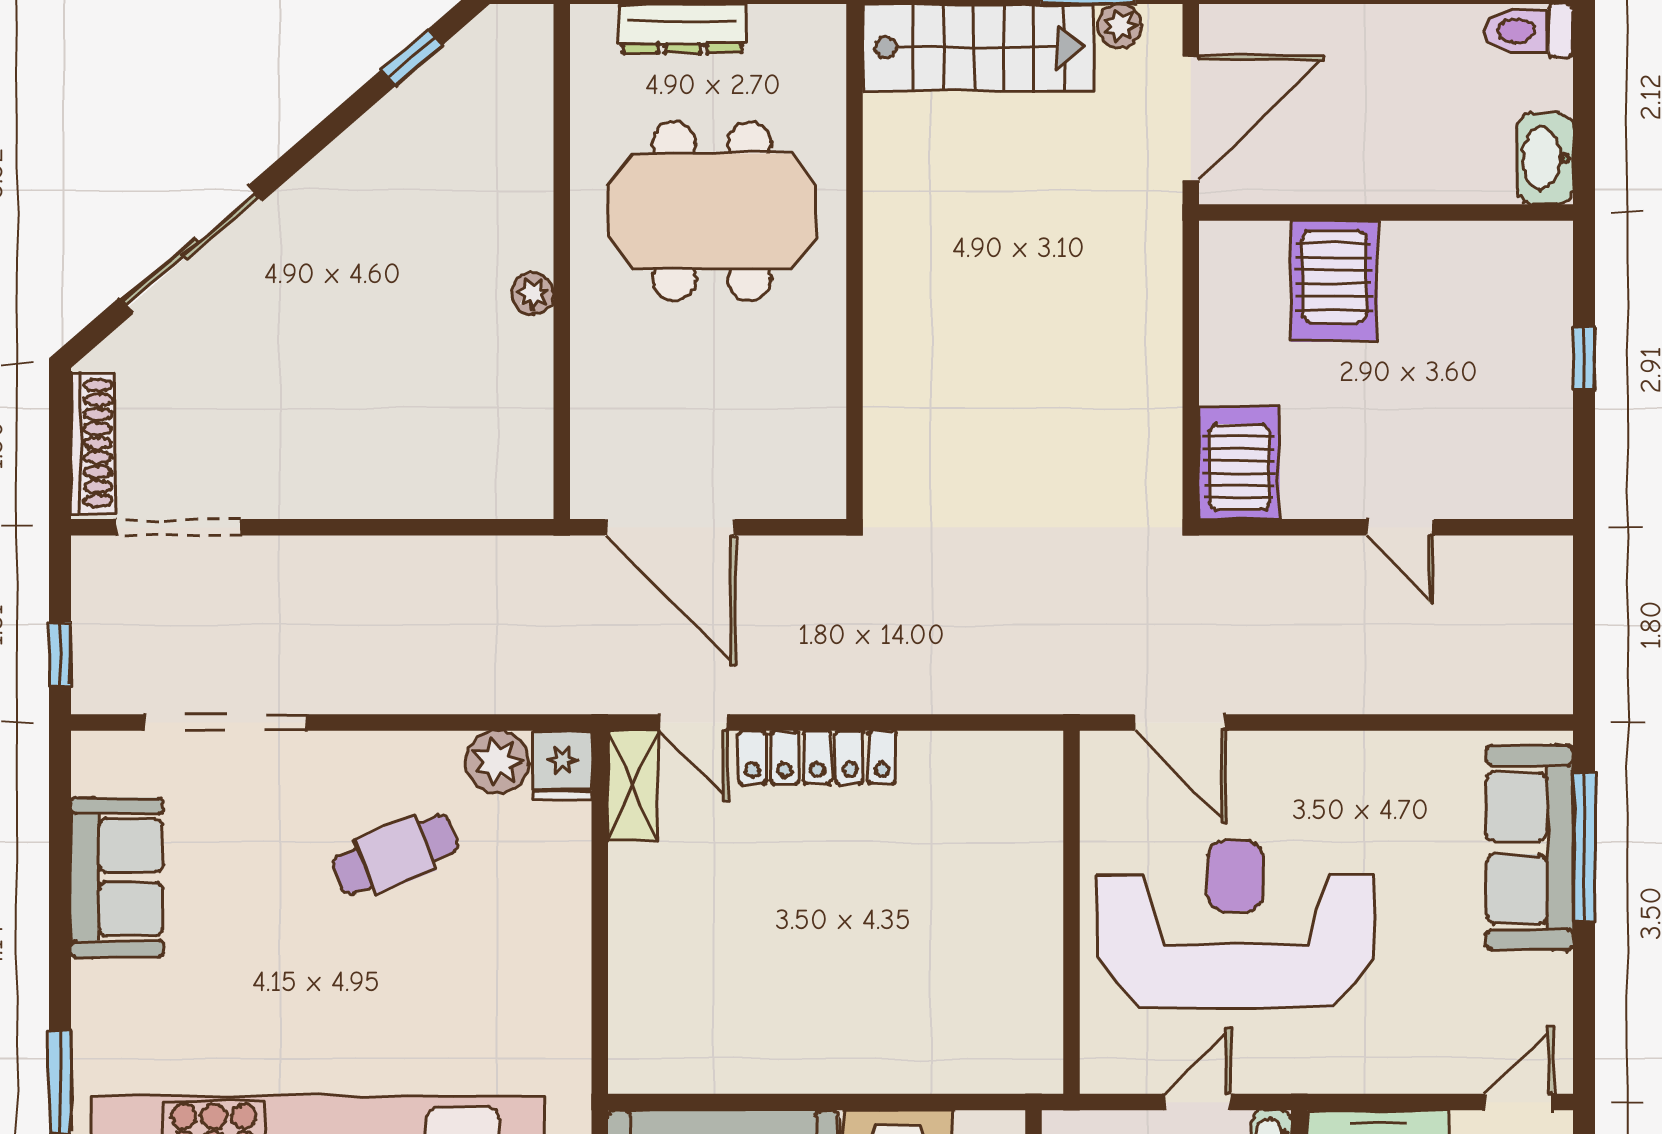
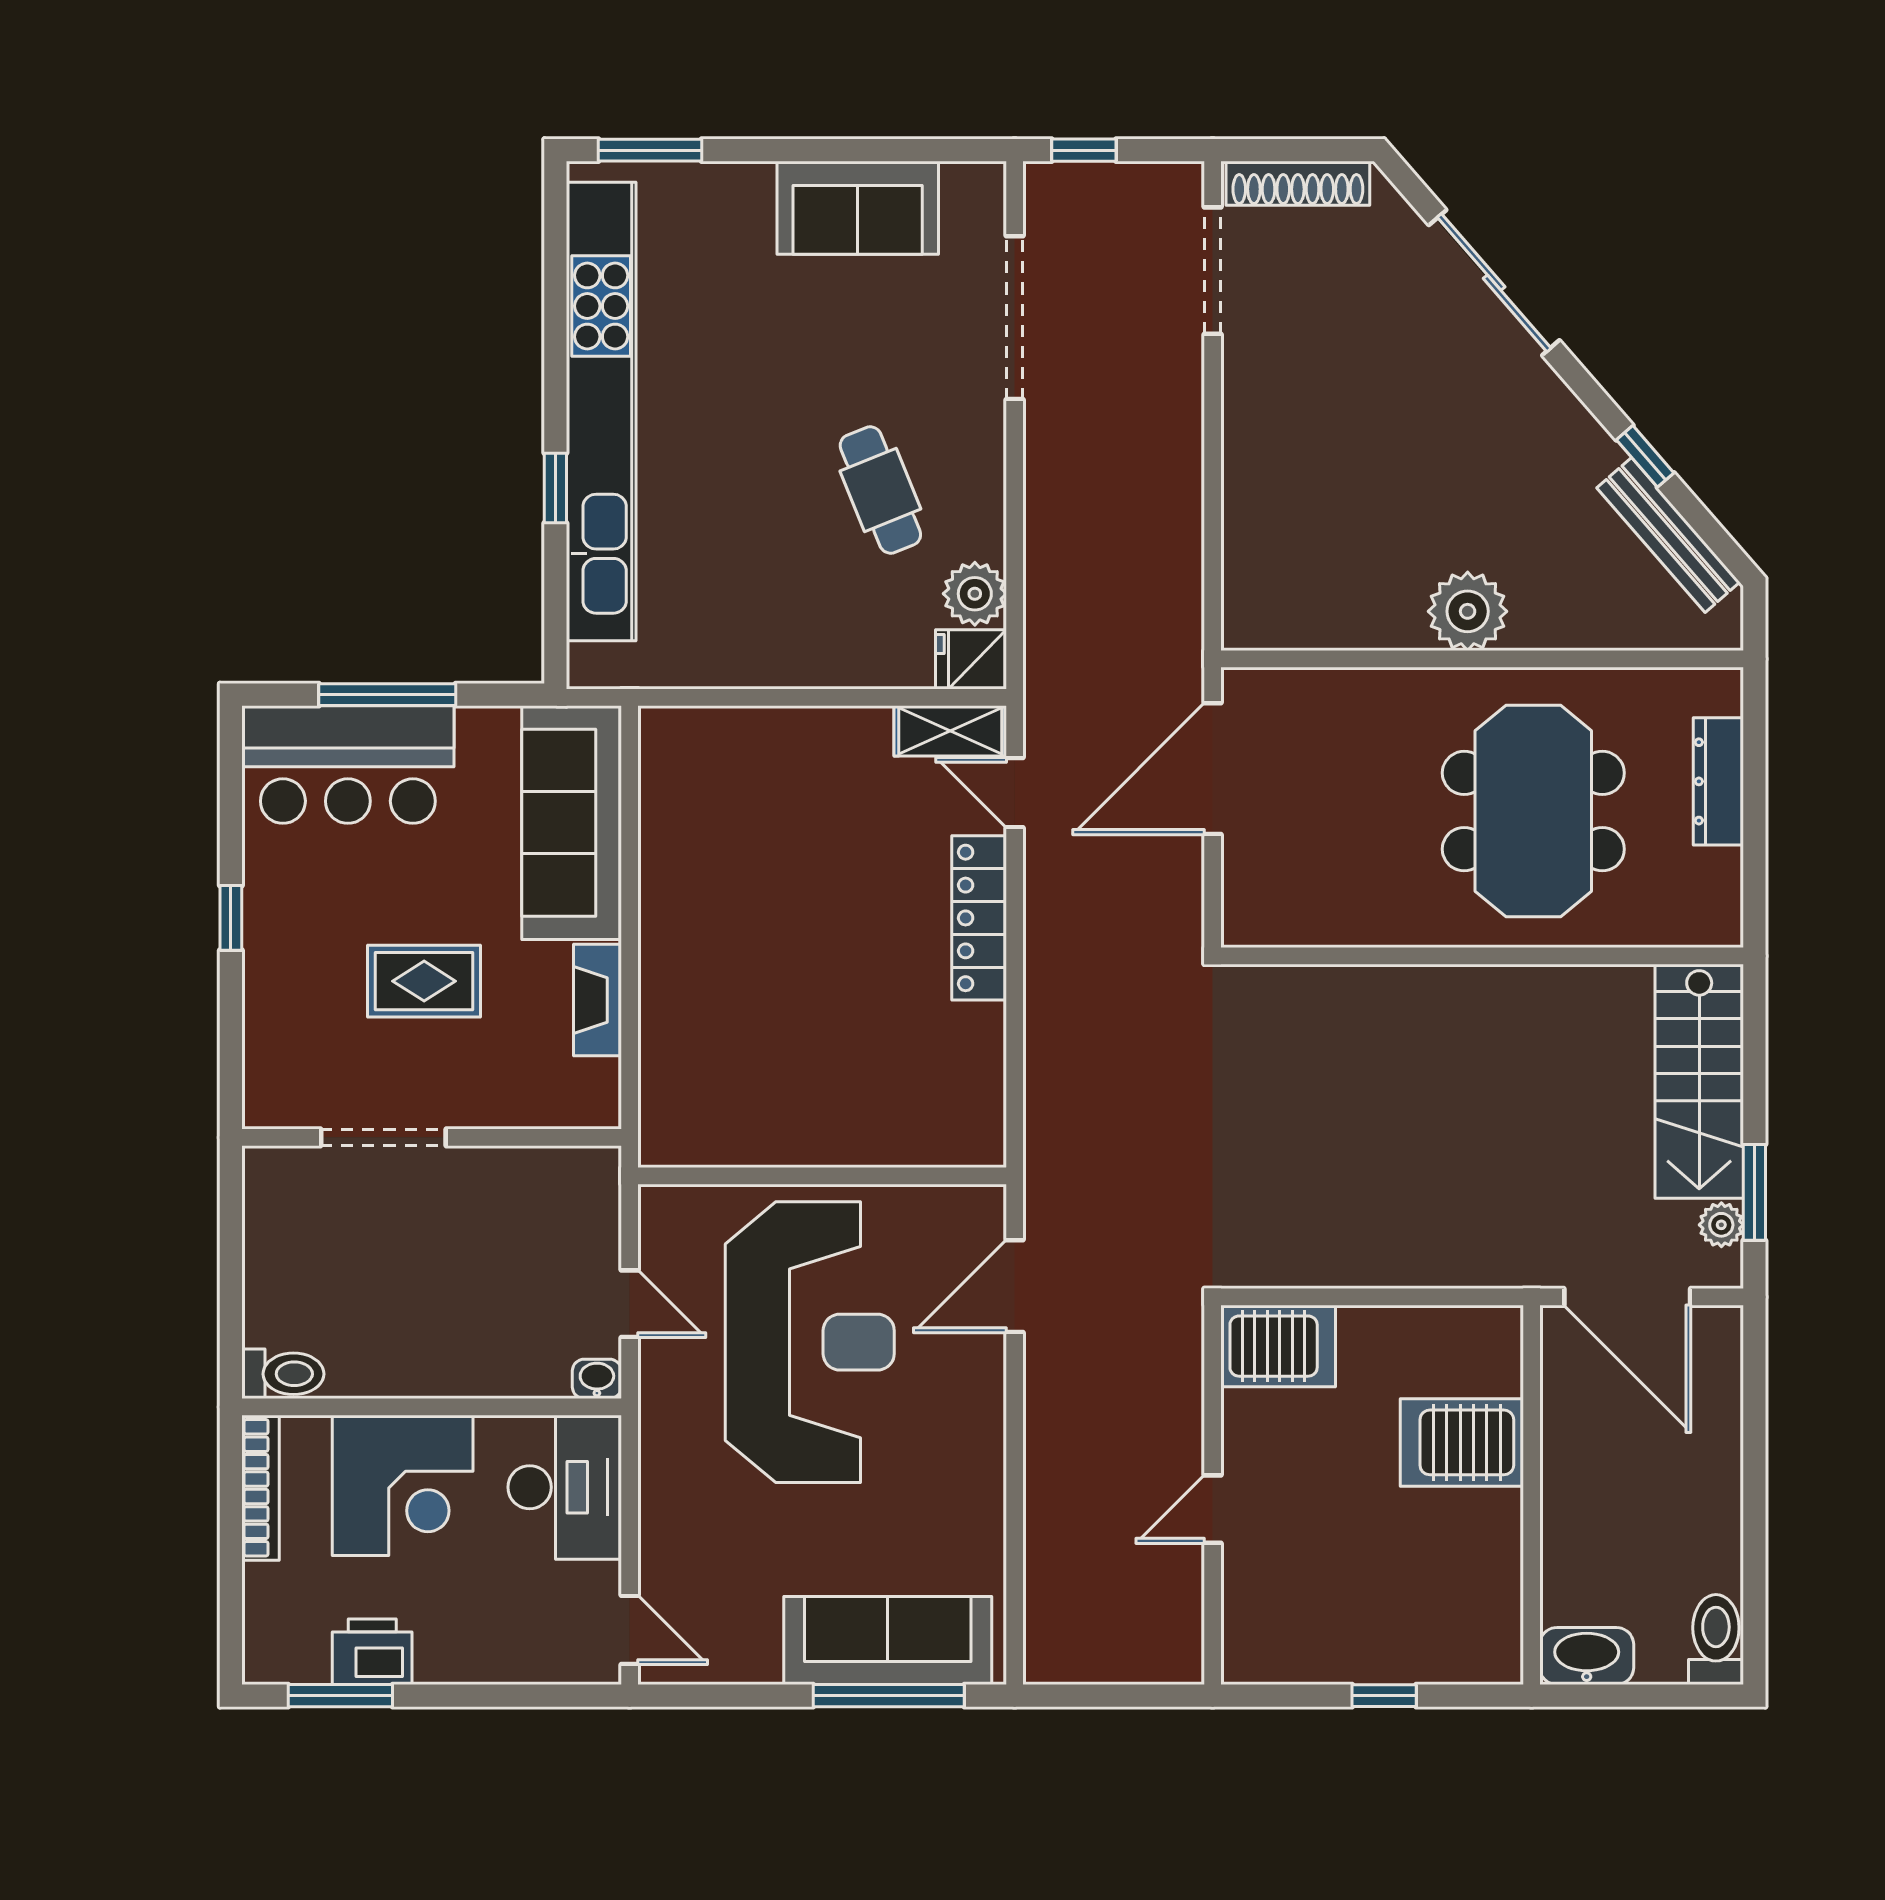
window: (412, 57) -> (1645, 456), moved
bench: (440, 78) -> (1668, 535), added
plant: (533, 294) -> (1468, 611), width x1.87, depth x1.87
door: (694, 722) -> (1015, 793), hinge flipped

